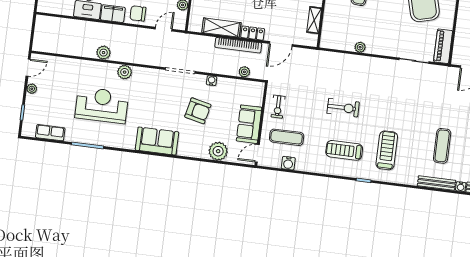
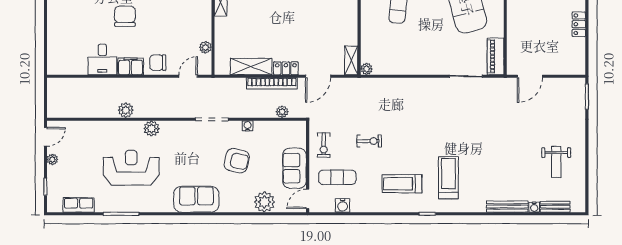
shelving: (314, 20) -> (351, 60), moved
plant: (360, 47) -> (366, 69), moved
exercise bike: (343, 108) -> (369, 141), moved, width x0.73, depth x0.72
exercise mat: (442, 146) -> (508, 165), removed

